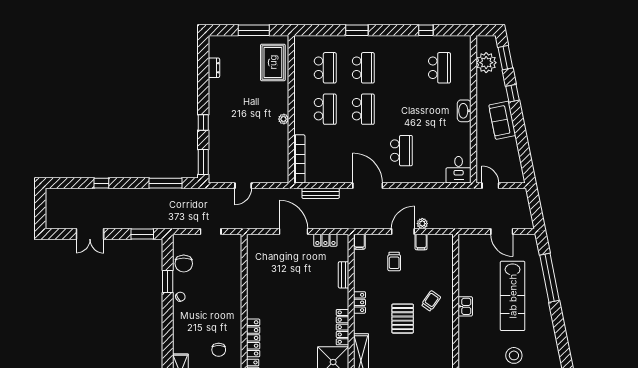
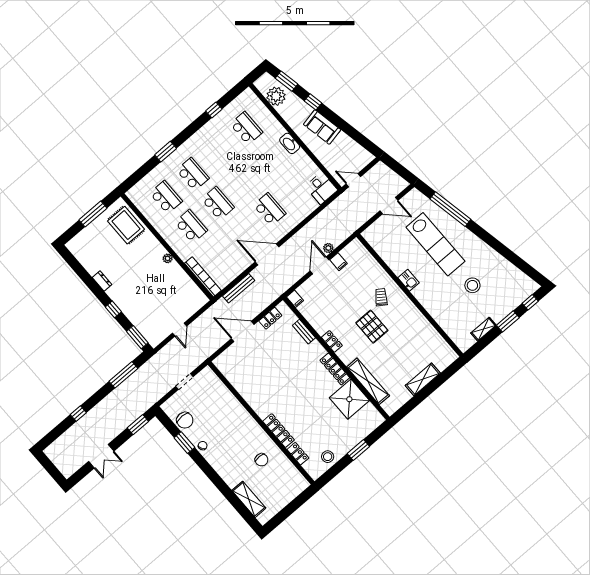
dresser: (214, 68) -> (102, 281), moved
trolley: (394, 261) -> (331, 292), removed

